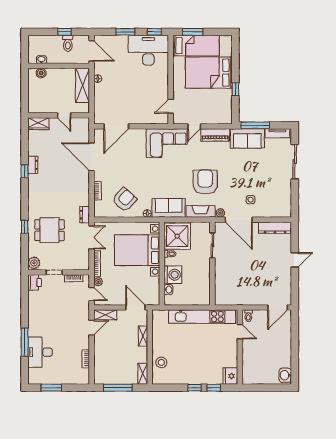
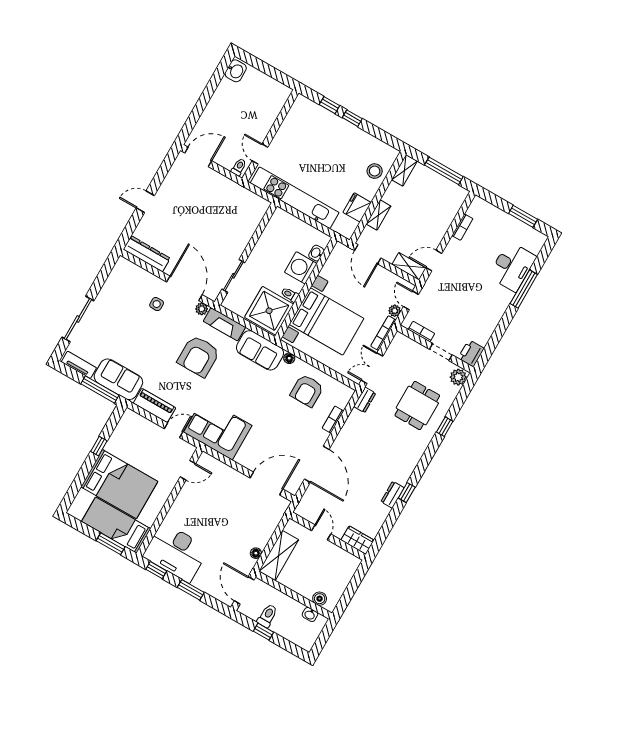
armchair: (124, 200) -> (307, 391), turned -42
dining table: (49, 230) -> (417, 406), turned 90
fridge: (230, 376) -> (357, 207), moved, turned 180

